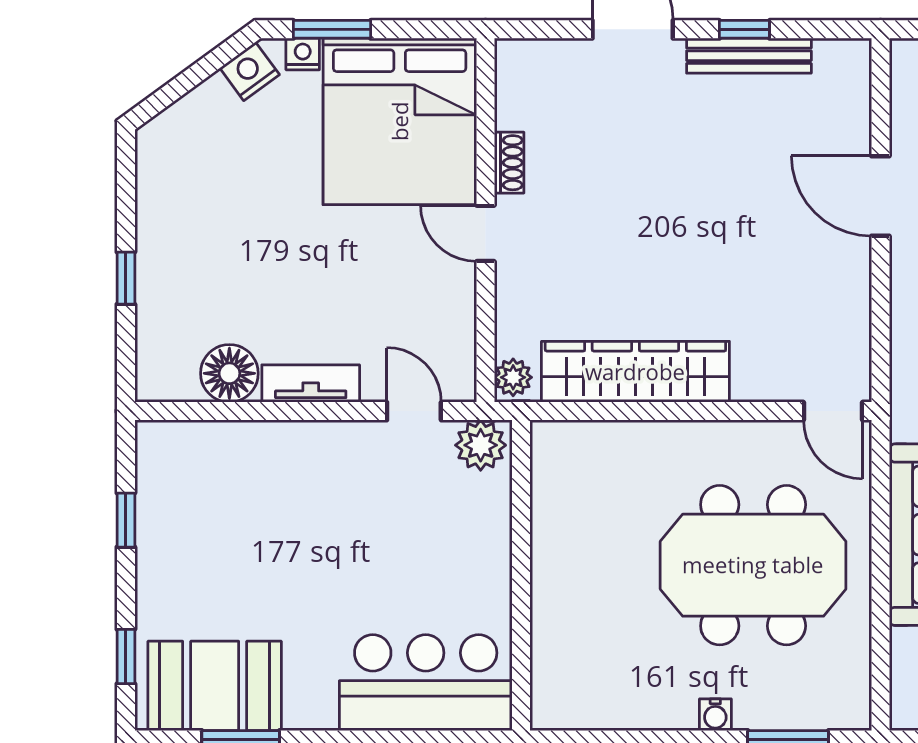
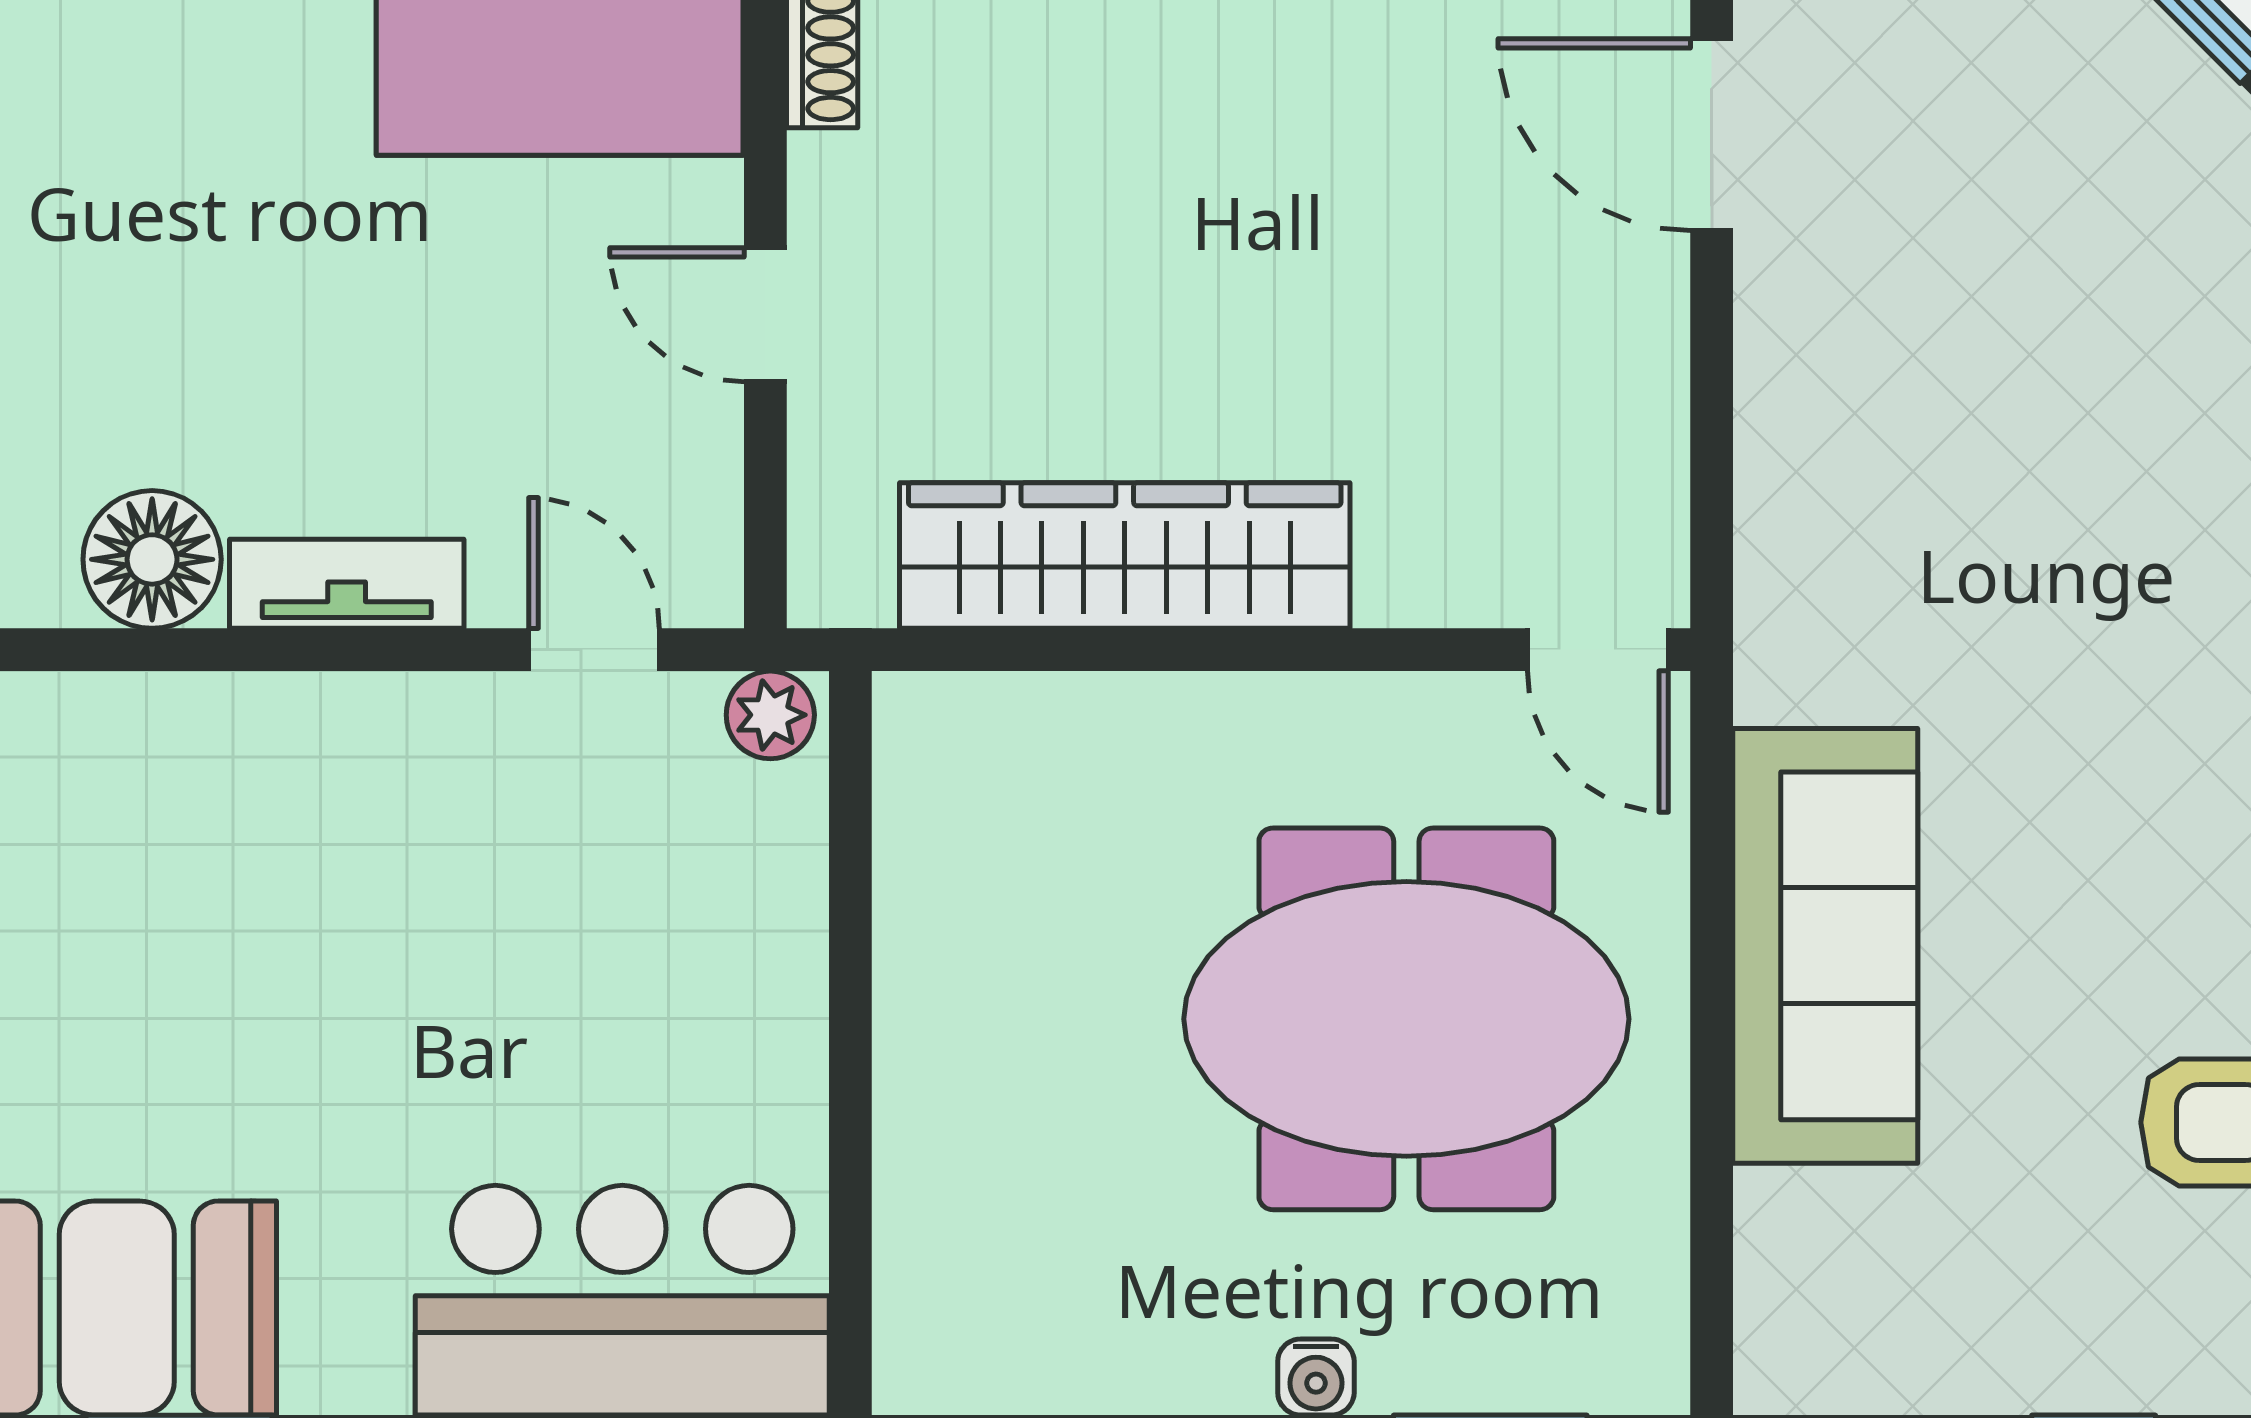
door: (485, 233) -> (765, 315), moved
plant: (513, 377) -> (831, 569), removed
plant: (481, 445) -> (770, 715), width x0.73, depth x0.73

